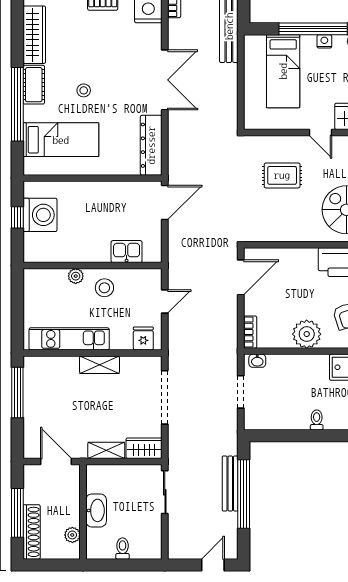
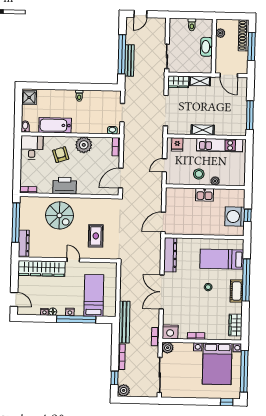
wardrobe: (34, 35) -> (235, 325), width x0.67
rug: (282, 175) -> (96, 236), turned 90
kitchen sink: (127, 252) -> (204, 195), moved

